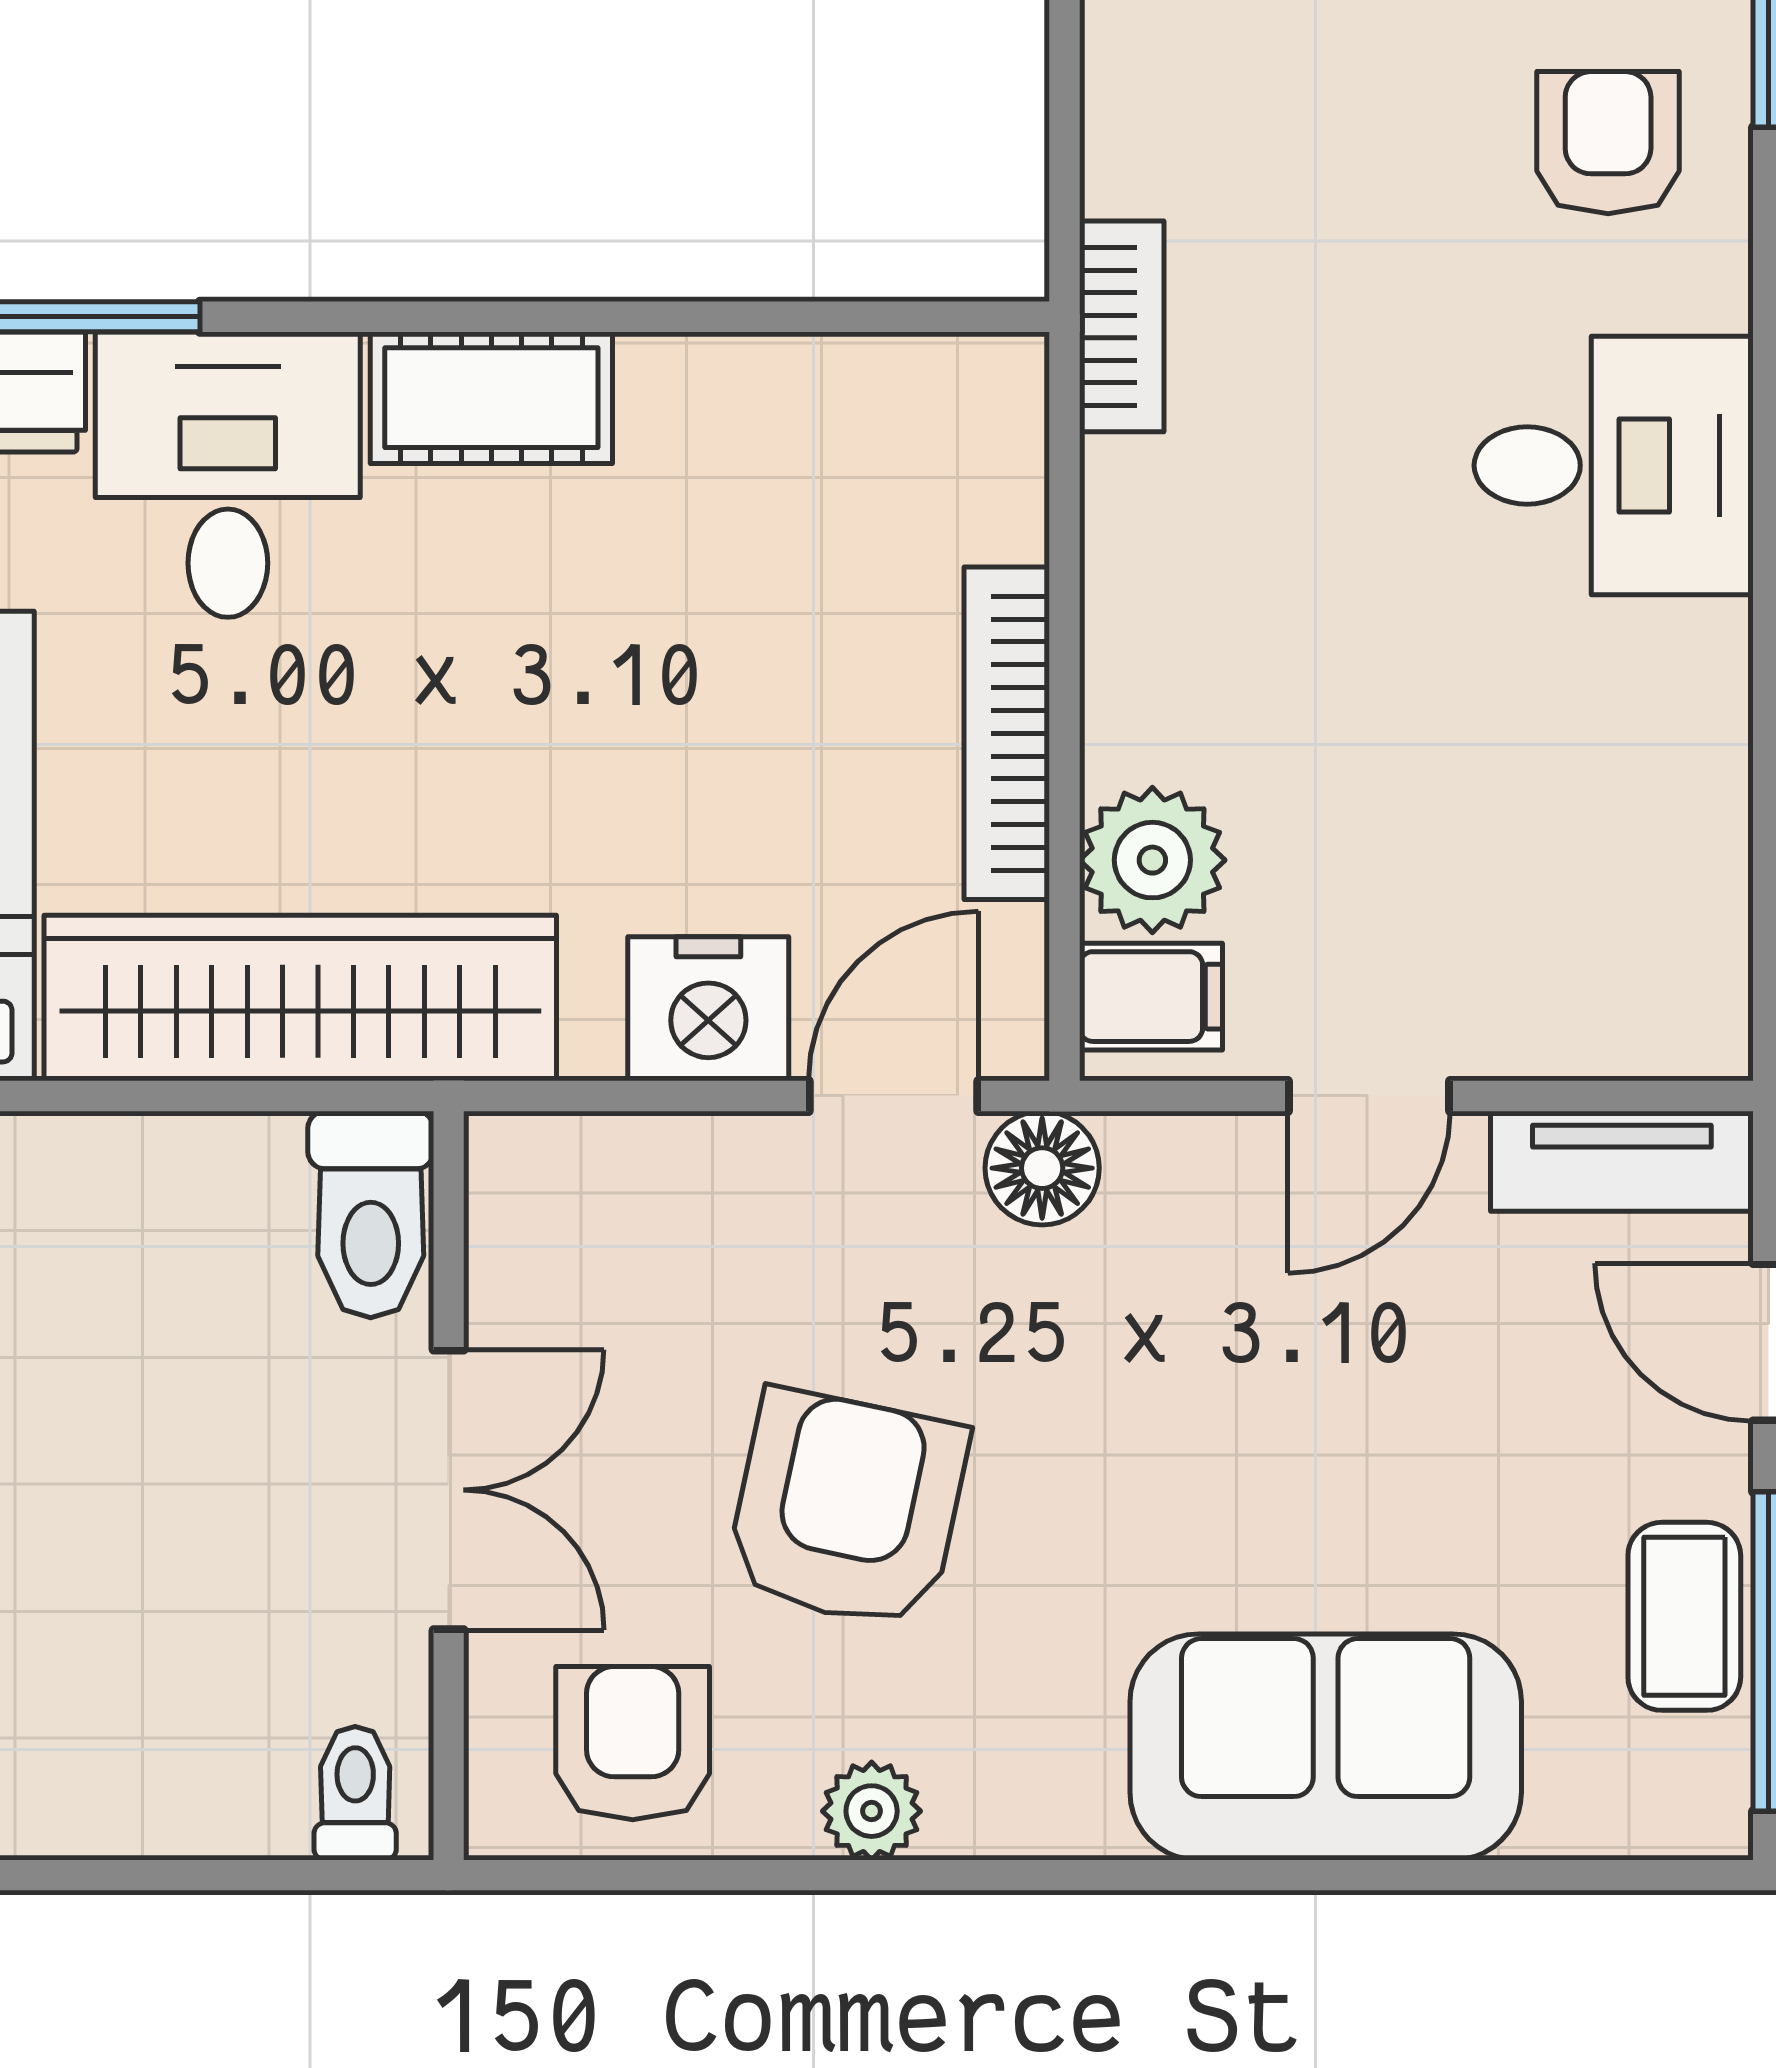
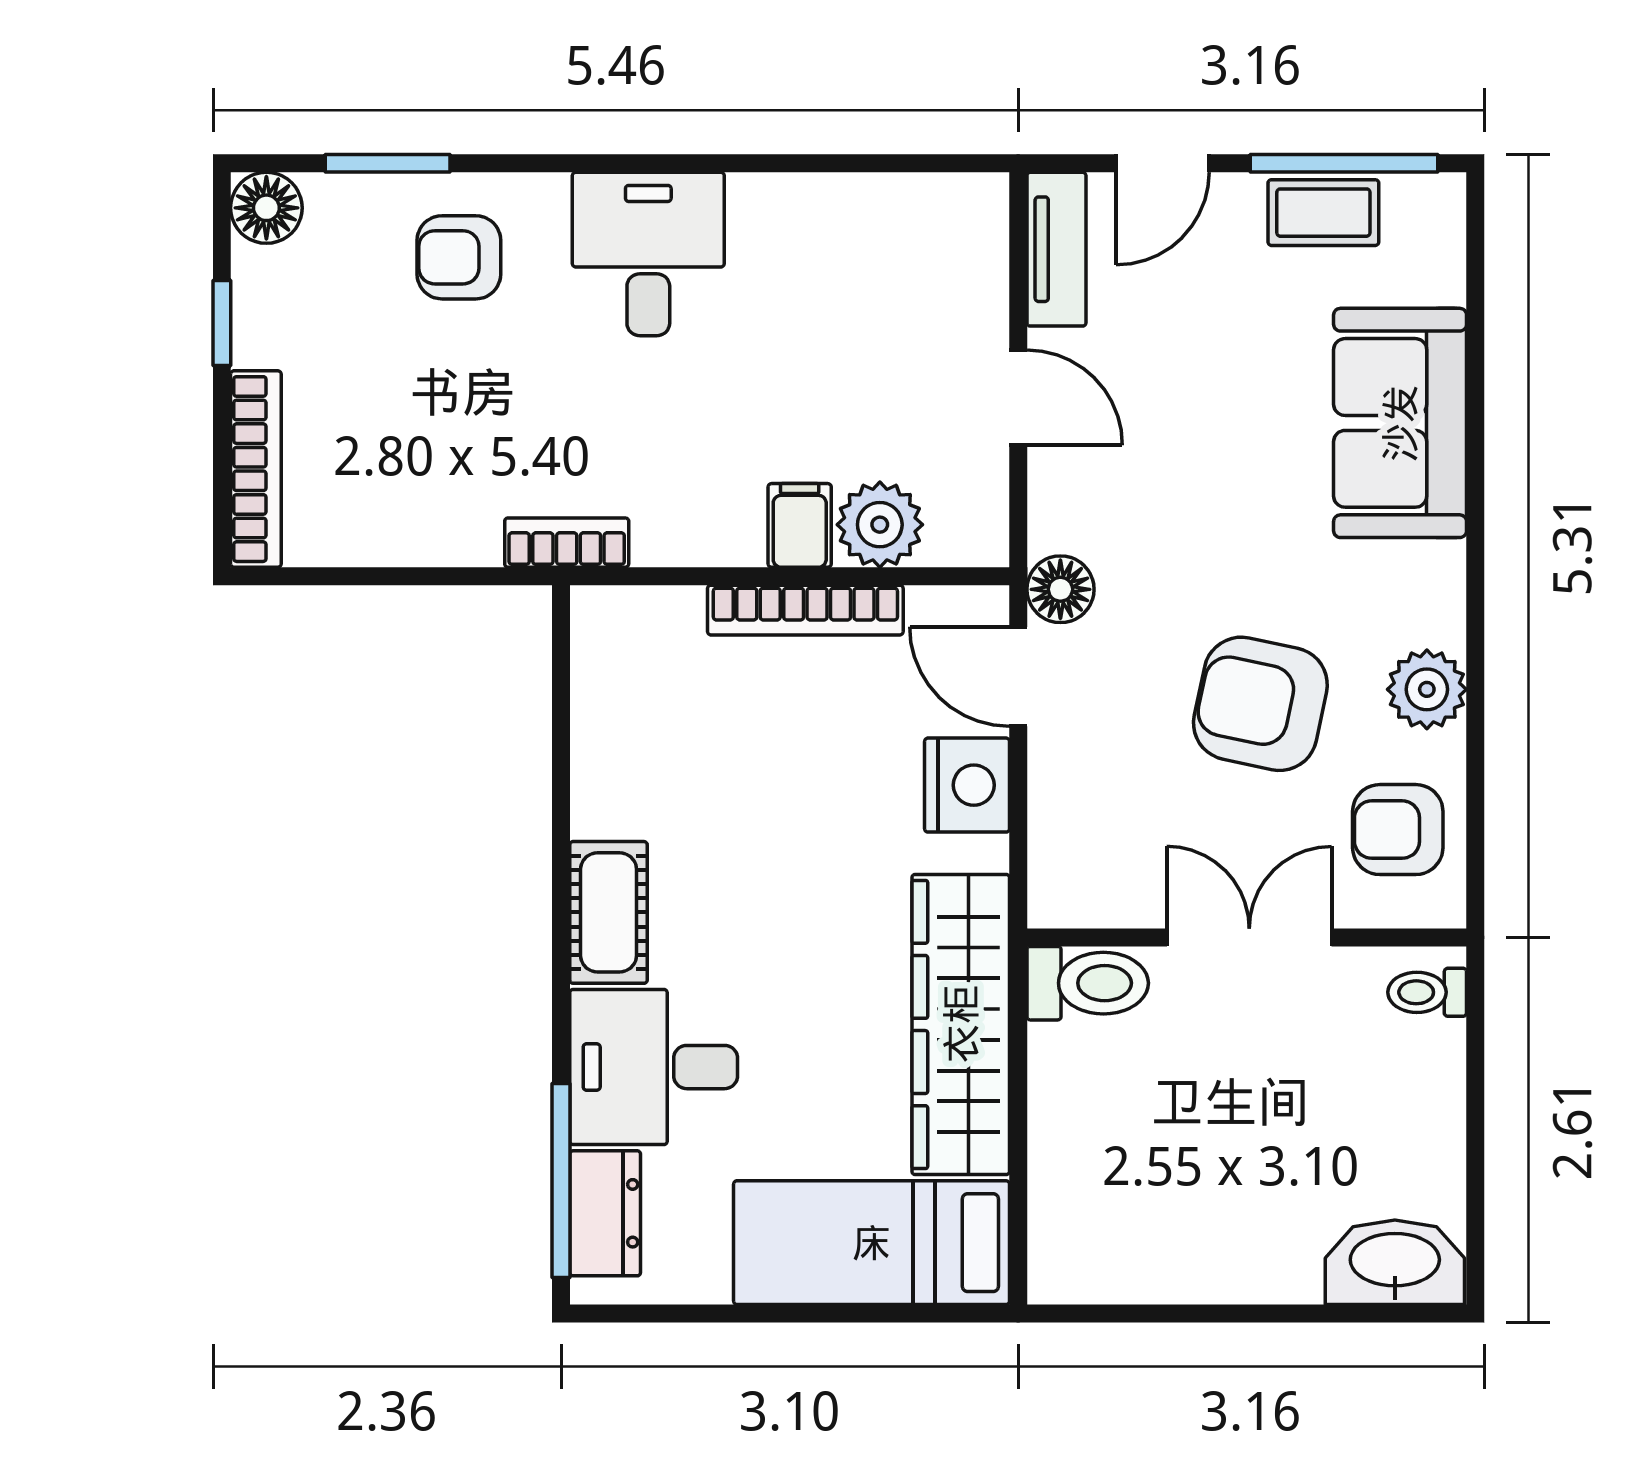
filing cabinet: (1151, 997) -> (800, 525), moved
plant: (872, 1811) -> (1427, 689), width x1.38, depth x1.38

